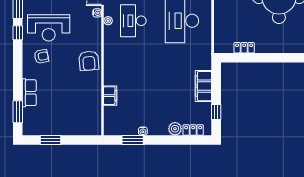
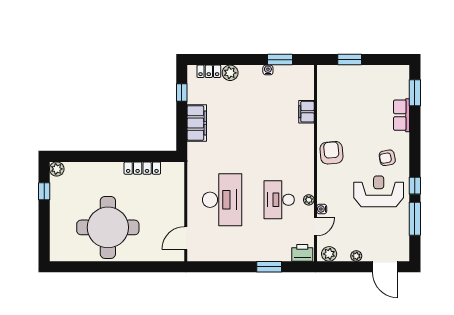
desk: (133, 21) -> (279, 200), turned 180
locker: (244, 48) -> (142, 168), width x1.53
window: (50, 140) -> (350, 60), moved

